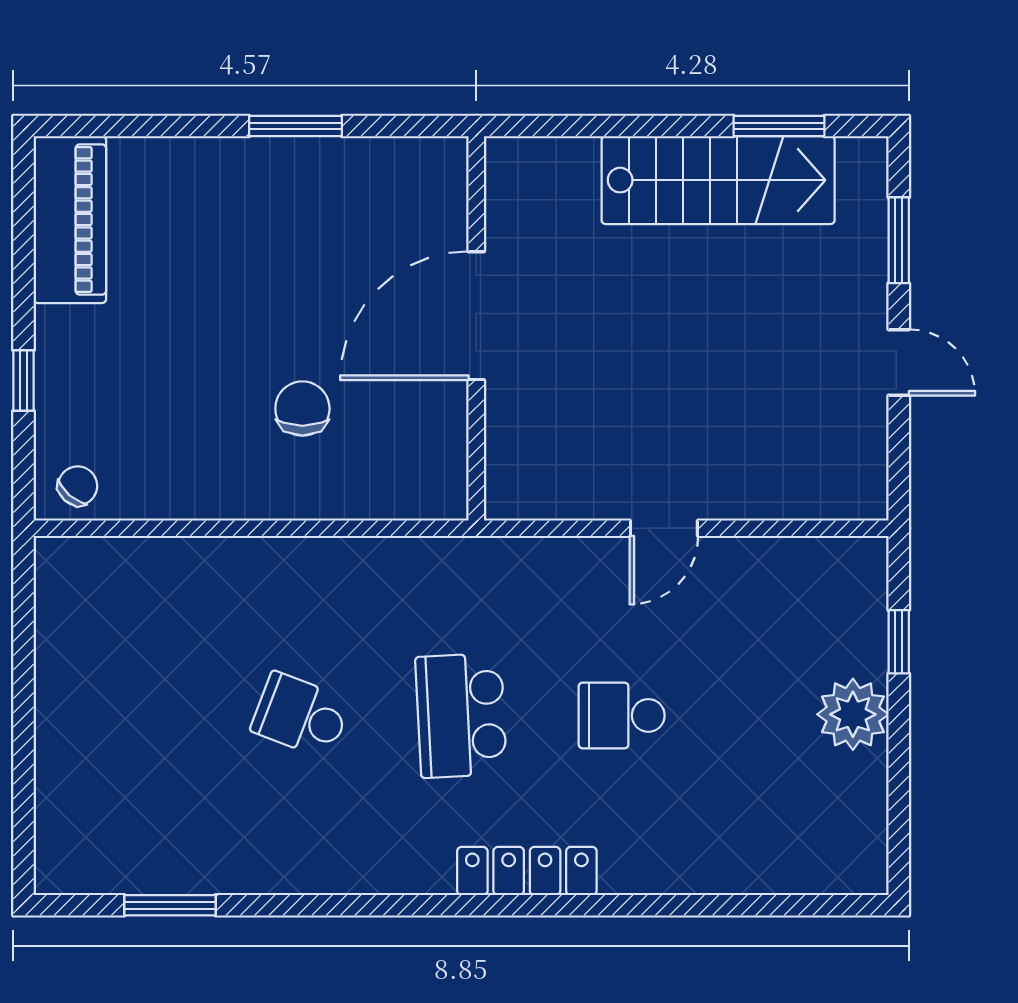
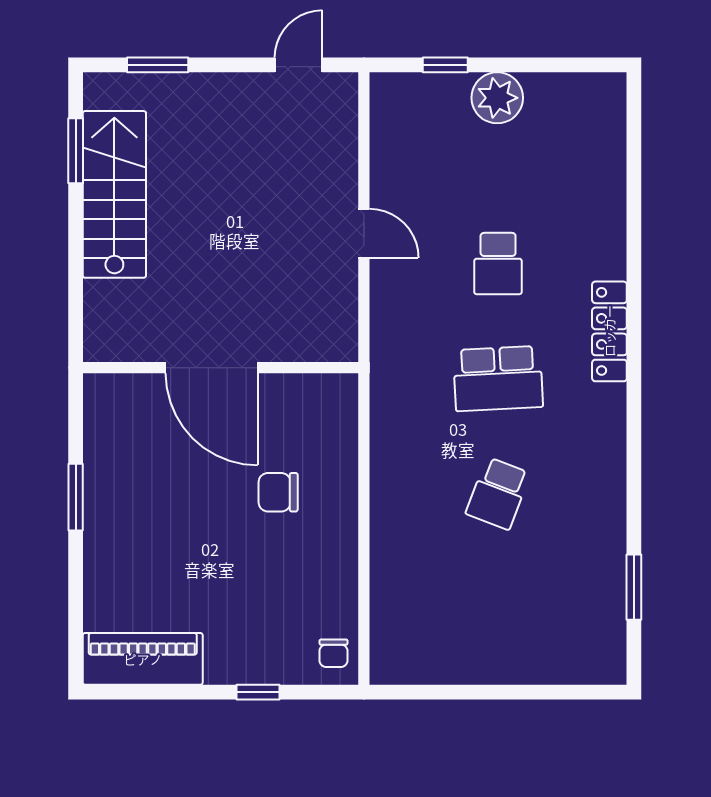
door: (899, 362) -> (298, 65), moved
chair: (78, 486) -> (334, 653), turned -131

